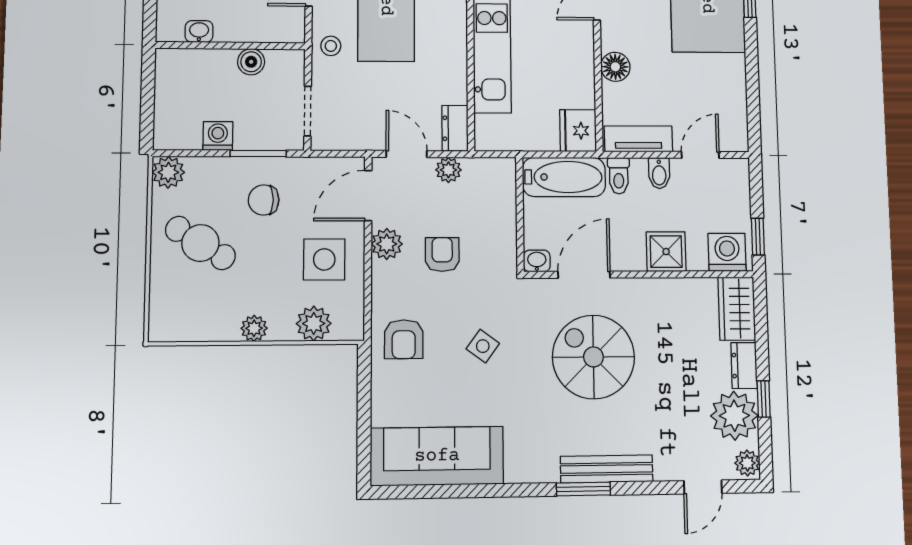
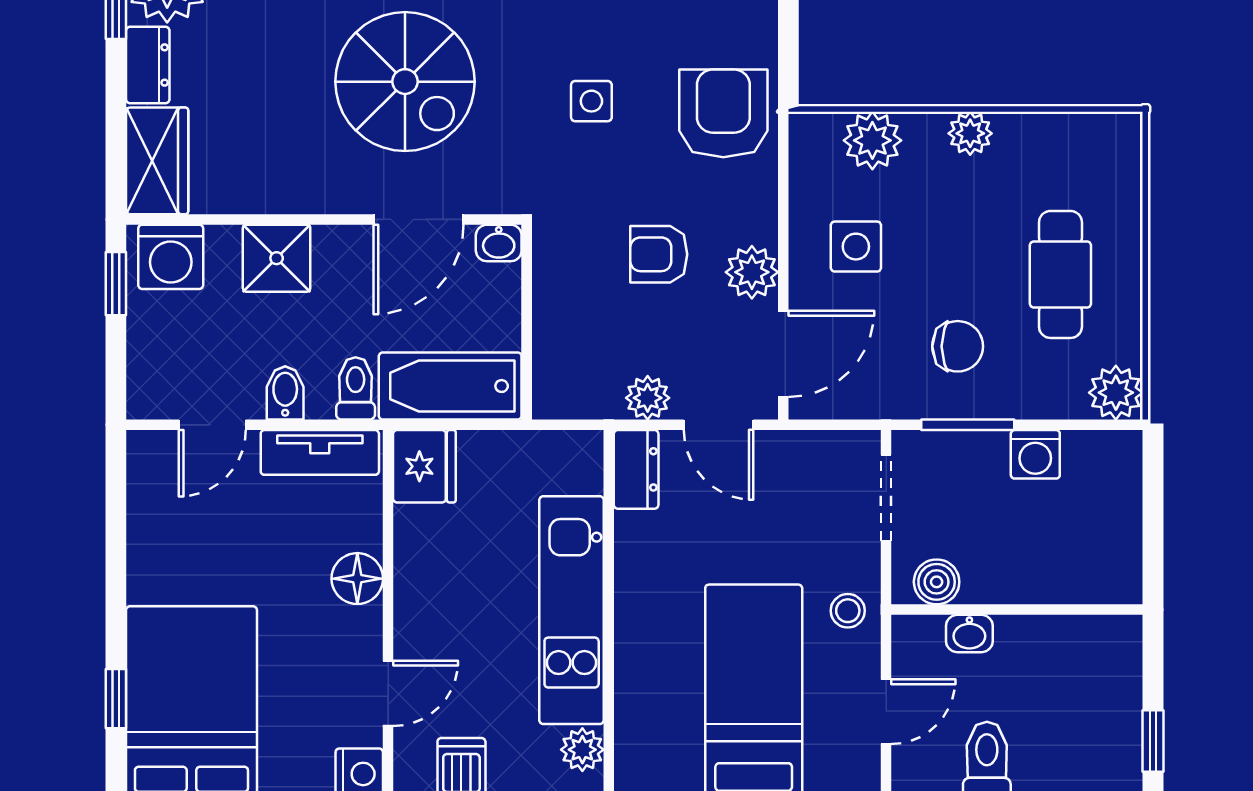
washbasin: (199, 31) -> (969, 634), moved
boiler: (251, 62) -> (937, 582), moved
cafe table: (200, 243) -> (1060, 274), turned 58
armchair: (442, 254) -> (659, 254), turned 90
side table: (324, 259) -> (856, 247), width x0.73, depth x0.73
armchair: (404, 339) -> (723, 113), width x1.38, depth x1.38
side table: (483, 346) -> (591, 101), turned -36

